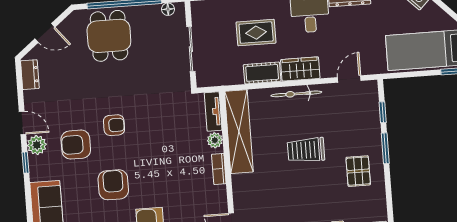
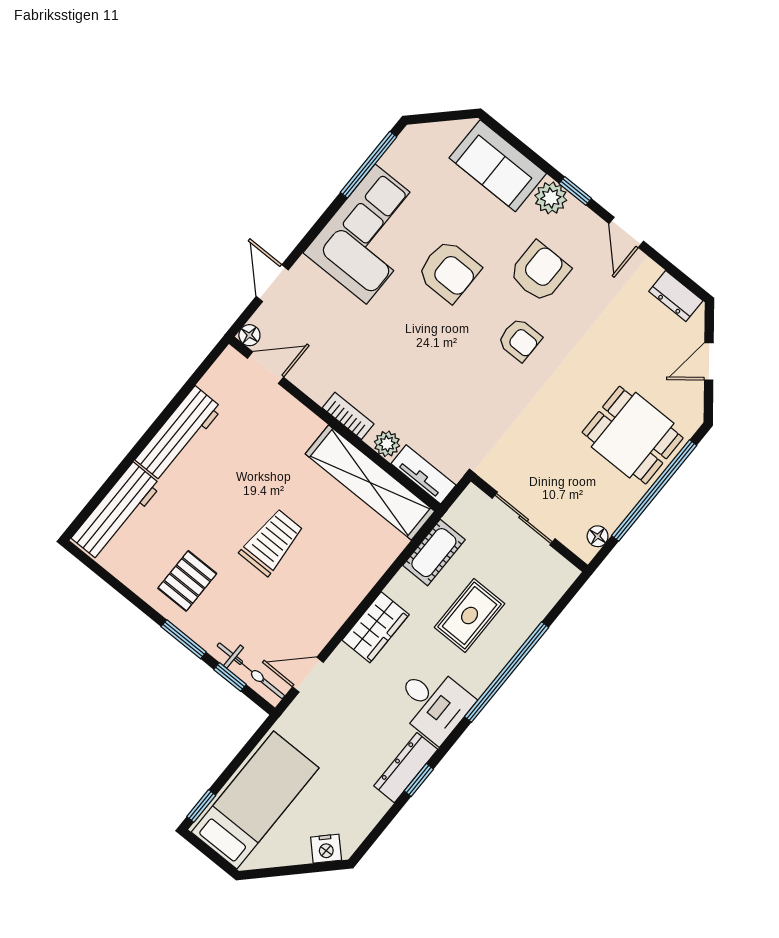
cot: (262, 73) -> (434, 553), moved
door: (349, 79) -> (308, 675), swing flipped
bicycle: (296, 94) -> (251, 671), moved, turned 90
door: (22, 123) -> (626, 232), hinge flipped
armchair: (114, 125) -> (520, 340), turned -90
plant: (37, 145) -> (551, 198), moved
pallet: (358, 171) -> (187, 581), turned 90

